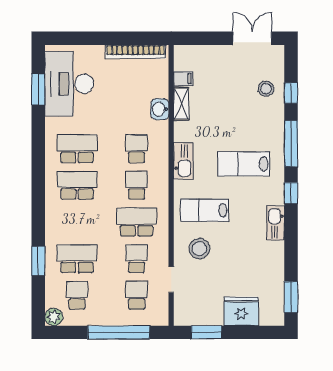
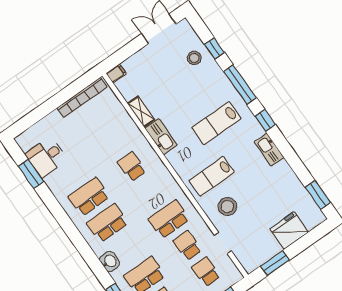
filing cabinet: (183, 79) -> (116, 74), moved
desk: (69, 84) -> (46, 157), width x0.53, depth x0.77
washbasin: (160, 109) -> (110, 262), moved, turned 180
kitchen sink: (183, 161) -> (161, 137), moved
school desk: (137, 185) -> (150, 193), removed

